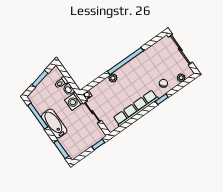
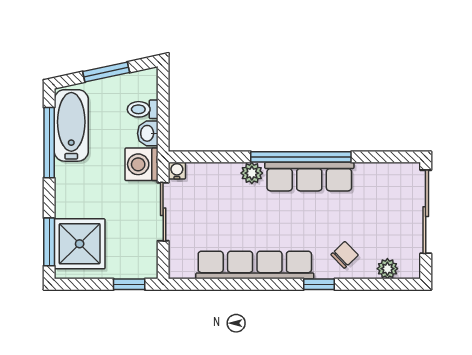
row of seats: (133, 66) -> (309, 177), added
bathtub: (54, 124) -> (71, 125), moved
shower: (72, 143) -> (80, 244), added

